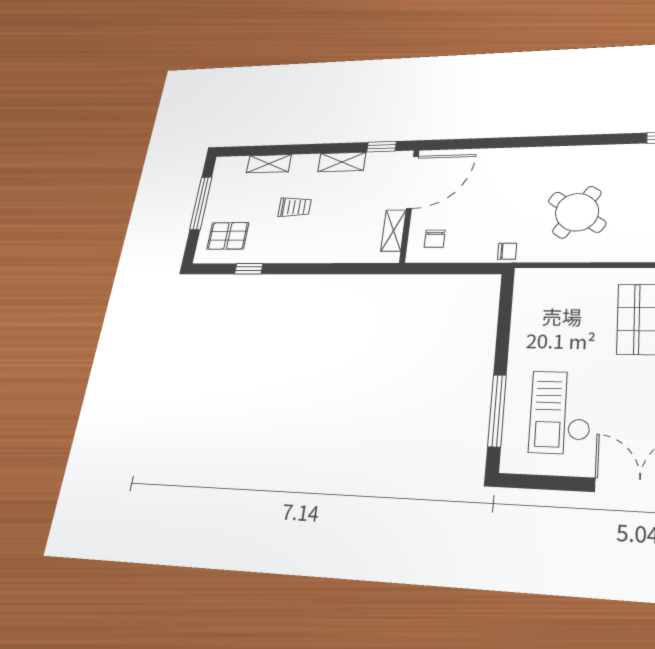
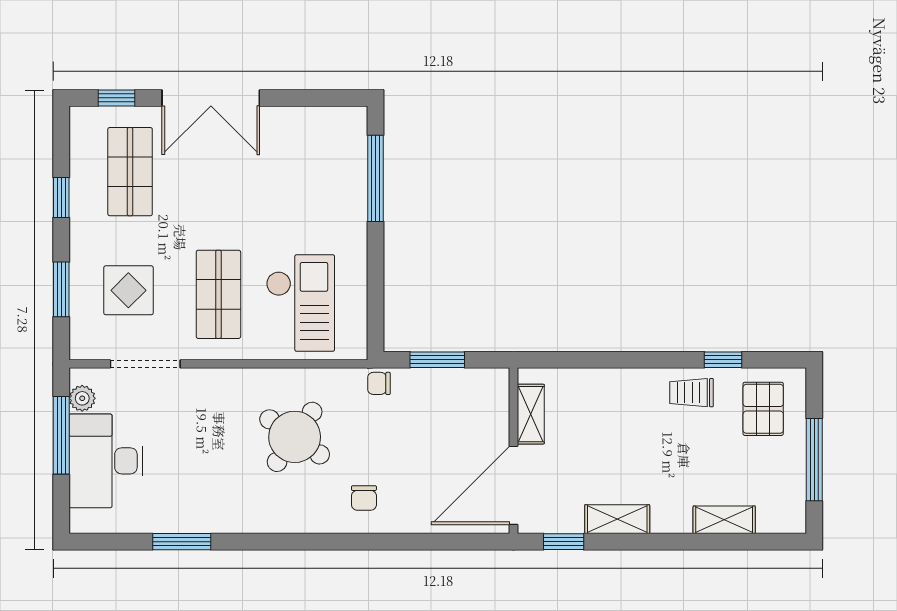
trolley: (295, 207) -> (691, 393), moved
pallet: (228, 236) -> (763, 409), turned 90
chair: (435, 239) -> (364, 498), moved, turned 180
window: (460, 268) -> (437, 360), added
checkout: (560, 412) -> (300, 303), moved

